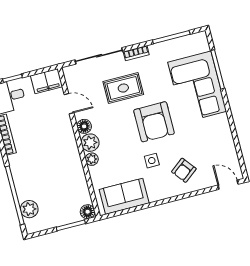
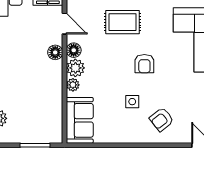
armchair: (154, 122) -> (144, 64), width x0.53, depth x0.53
sofa: (124, 196) -> (80, 120), moved, turned 90
floor lamp: (88, 212) -> (55, 52), moved

